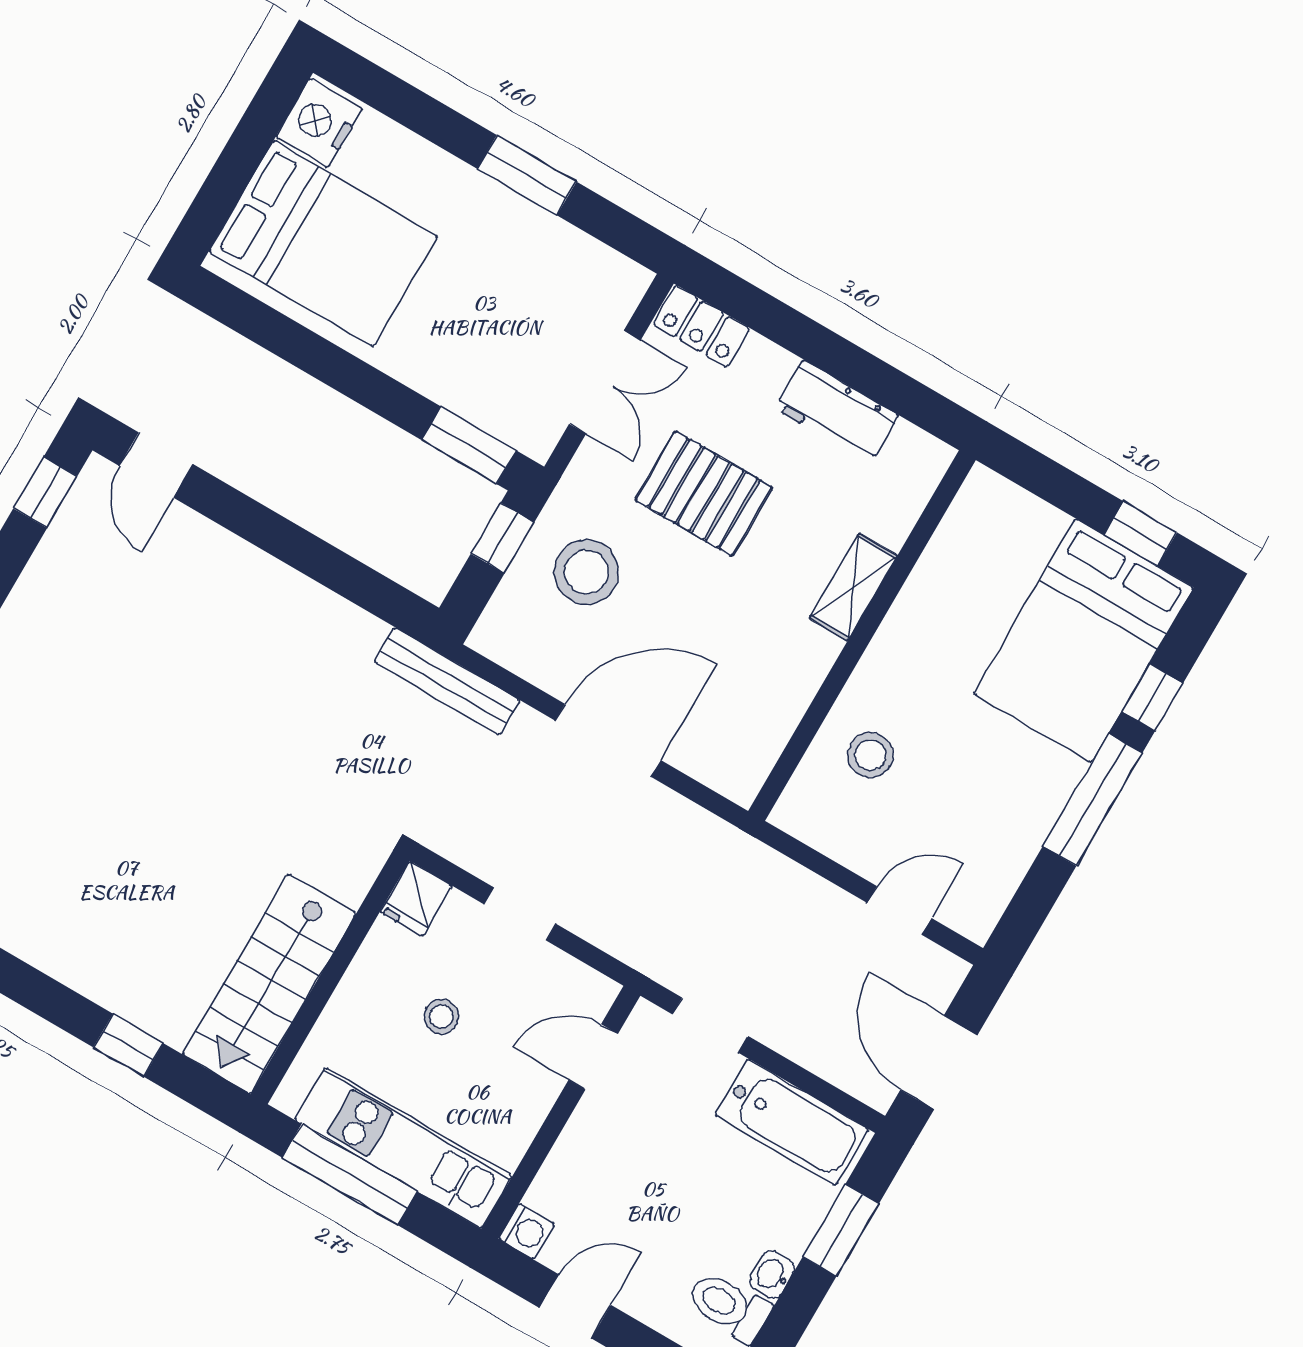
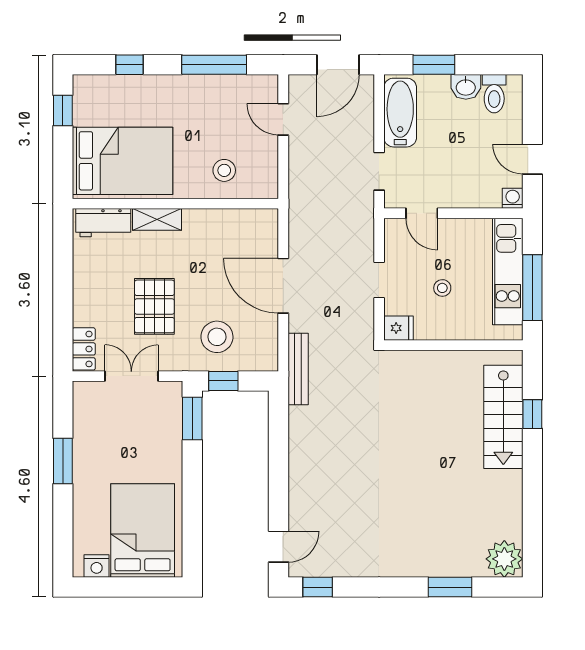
nightstand: (319, 123) -> (97, 566), width x0.74, depth x0.75
workbench: (836, 412) -> (103, 223), moved, turned 90
bed: (1084, 641) -> (122, 161), moved
window: (1092, 800) -> (214, 65), moved
stairs: (269, 984) -> (503, 417), moved, turned 90
washbasin: (772, 1275) -> (466, 87), width x1.38, depth x1.45

